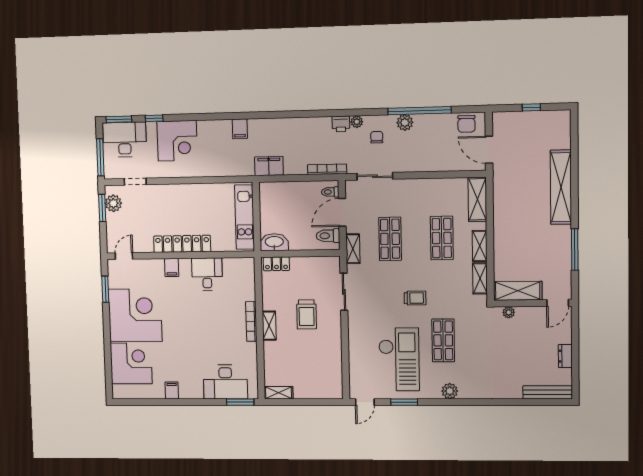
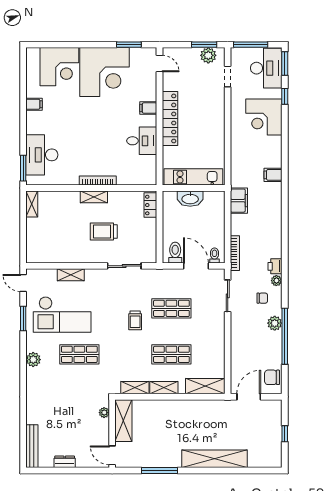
washbasin: (274, 242) -> (190, 199), moved, turned 90
shelving: (353, 249) -> (71, 275), moved
trolley: (415, 298) -> (135, 320), moved

